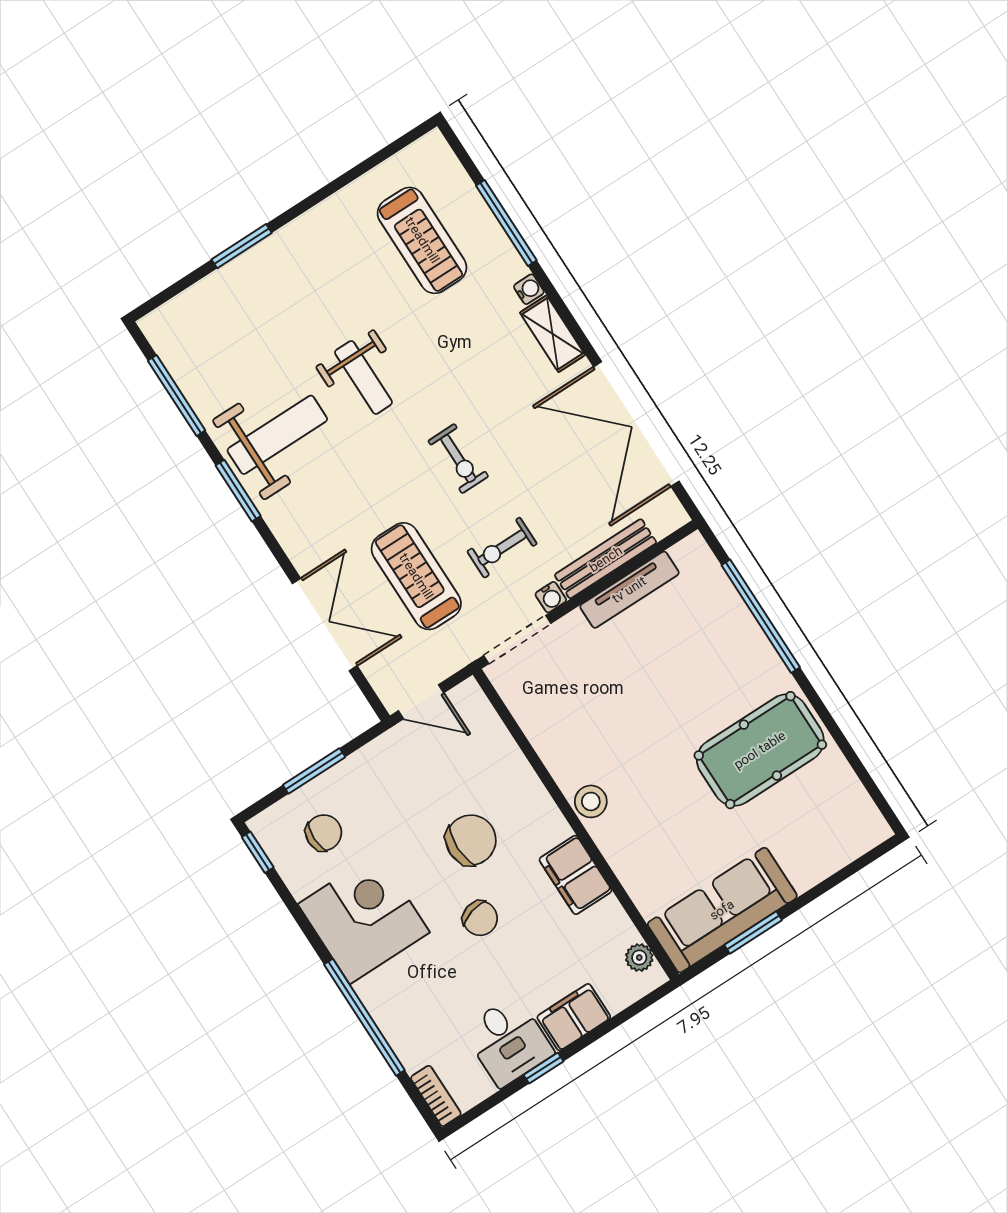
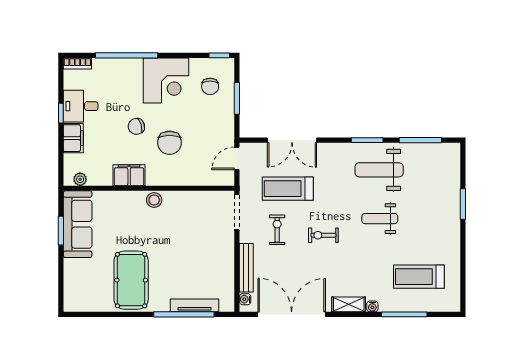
weight bench: (277, 435) -> (379, 170), turned 90
treadmill: (416, 576) -> (288, 189), turned 180
tv unit: (629, 590) -> (195, 305), moved, turned 90
water cooler: (551, 597) -> (245, 299), moved

